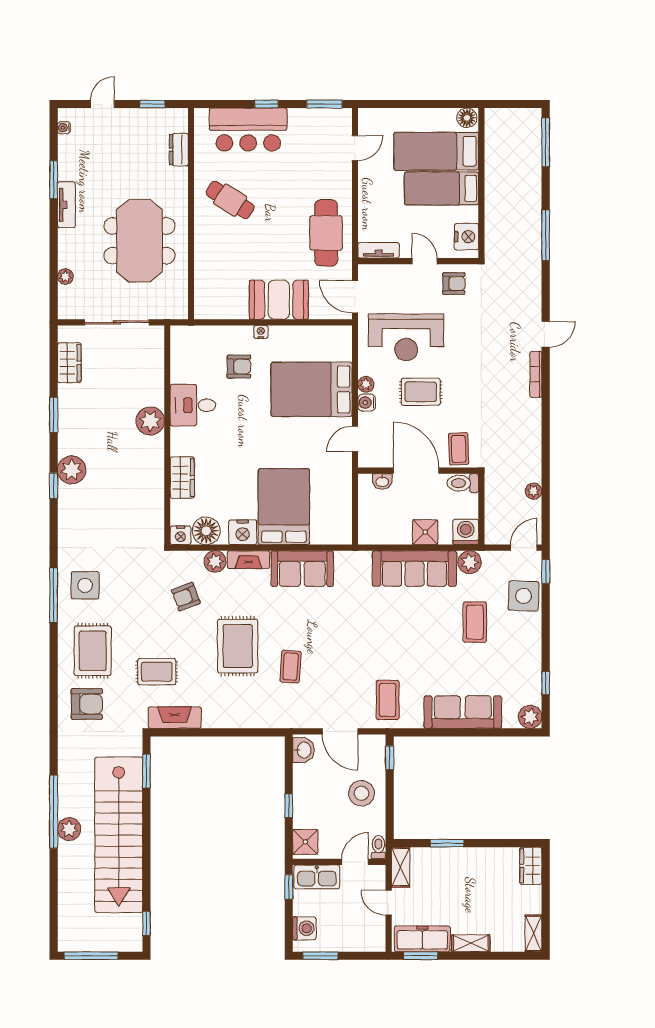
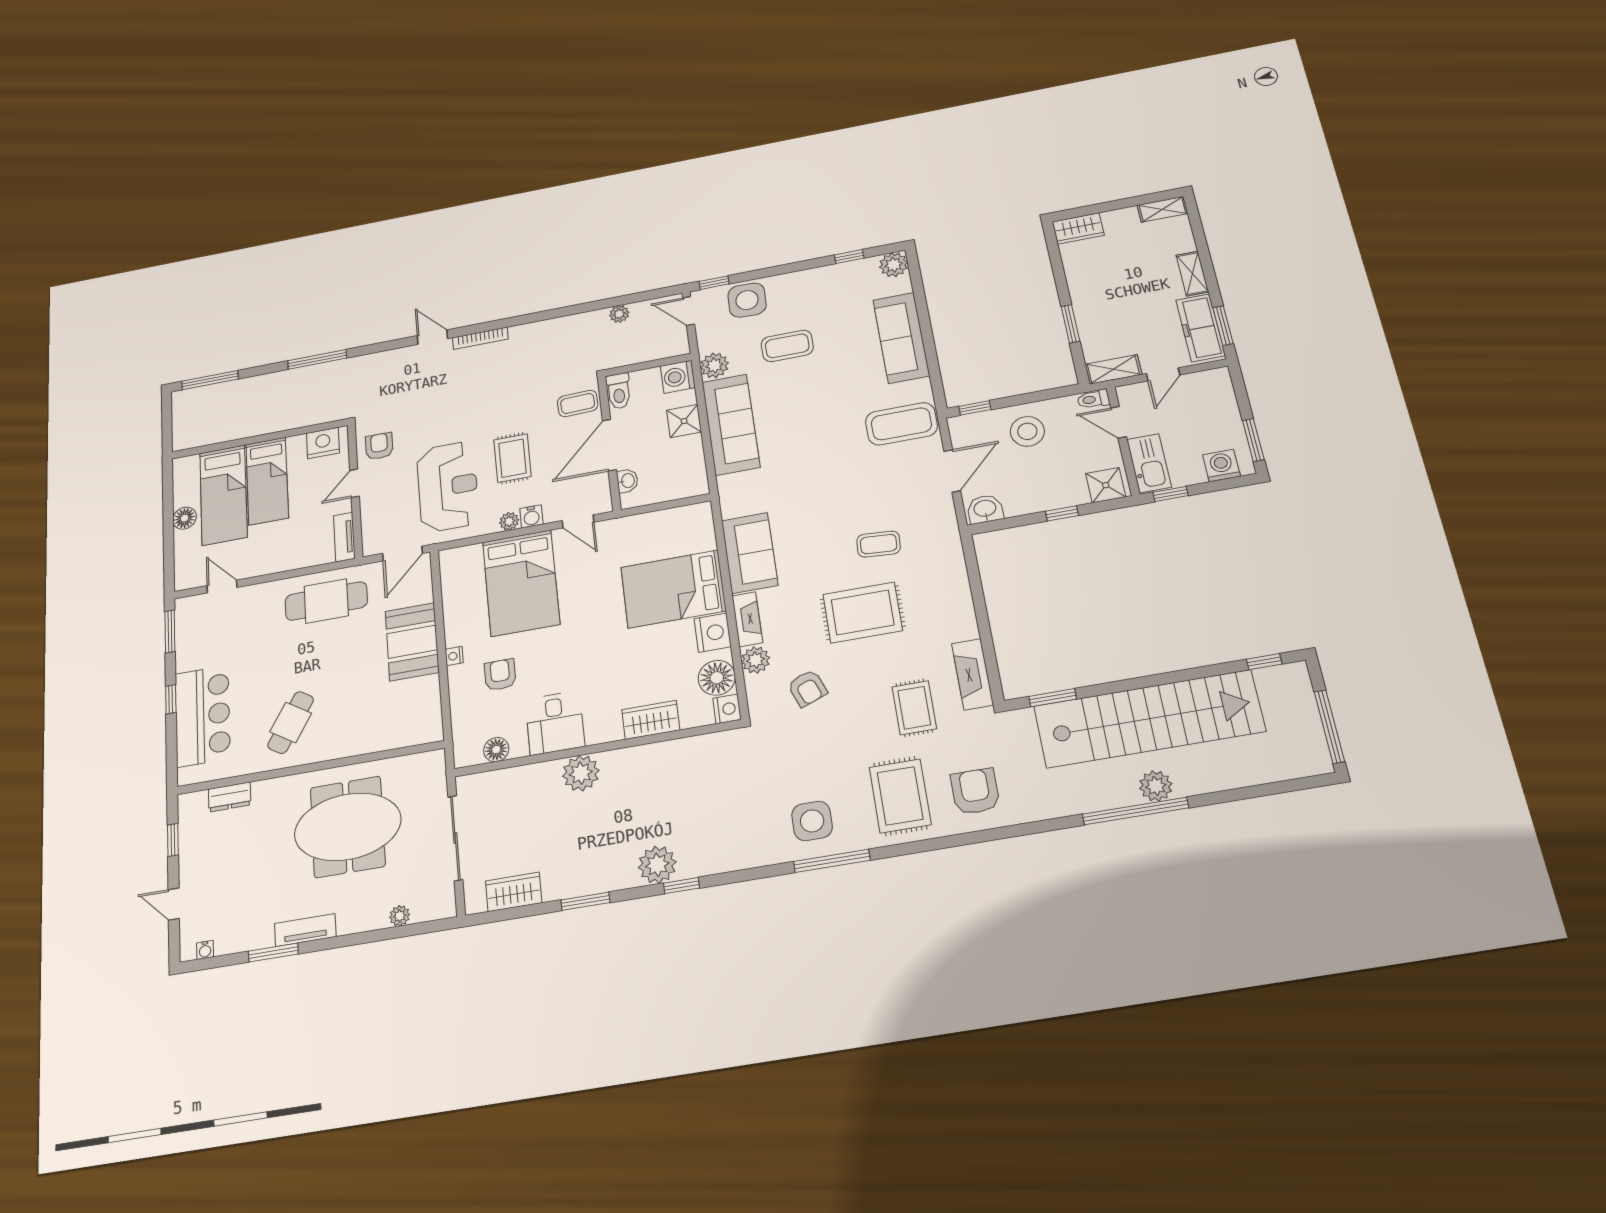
floor lamp: (467, 118) -> (185, 518), moved
floor lamp: (180, 359) -> (496, 750), added
rug: (93, 651) -> (900, 796), turned 90
coffee table: (388, 700) -> (901, 424), width x1.36, depth x1.32

